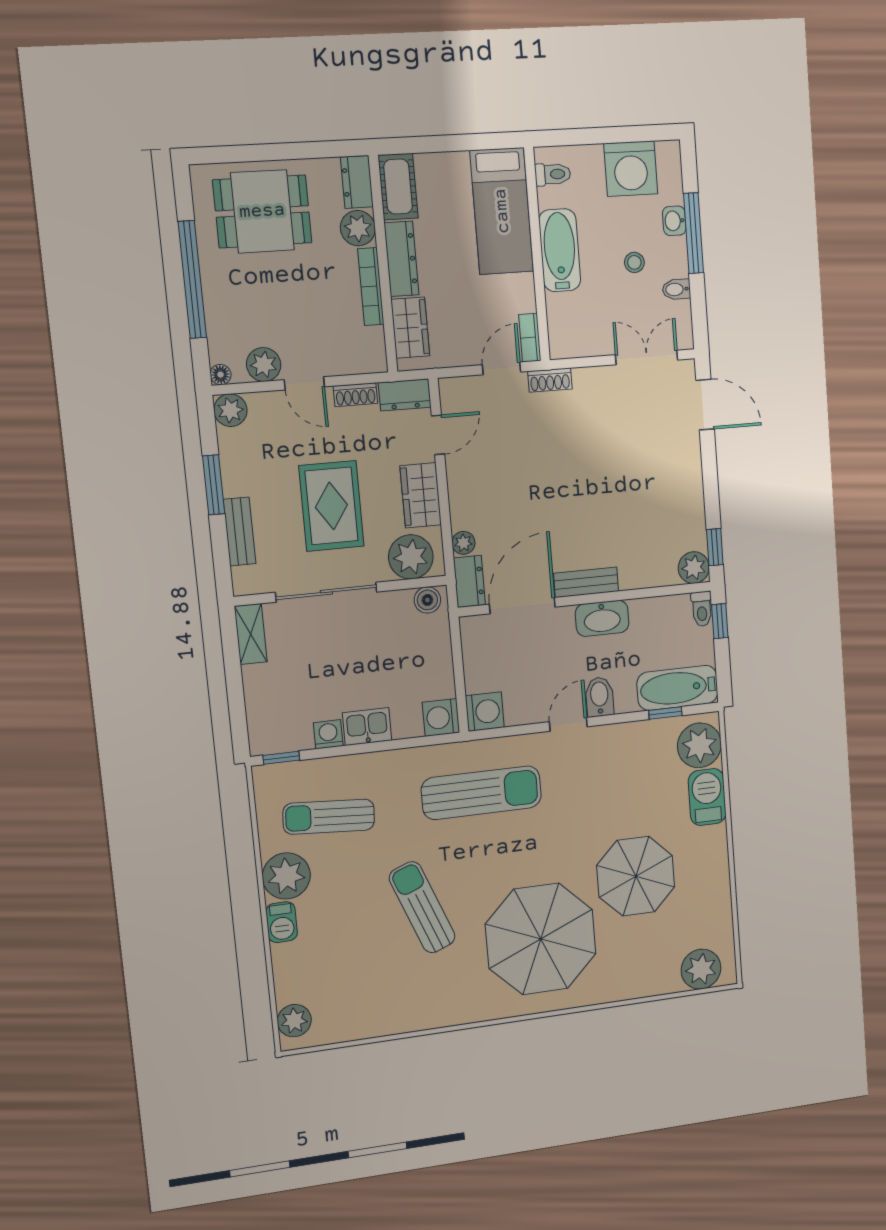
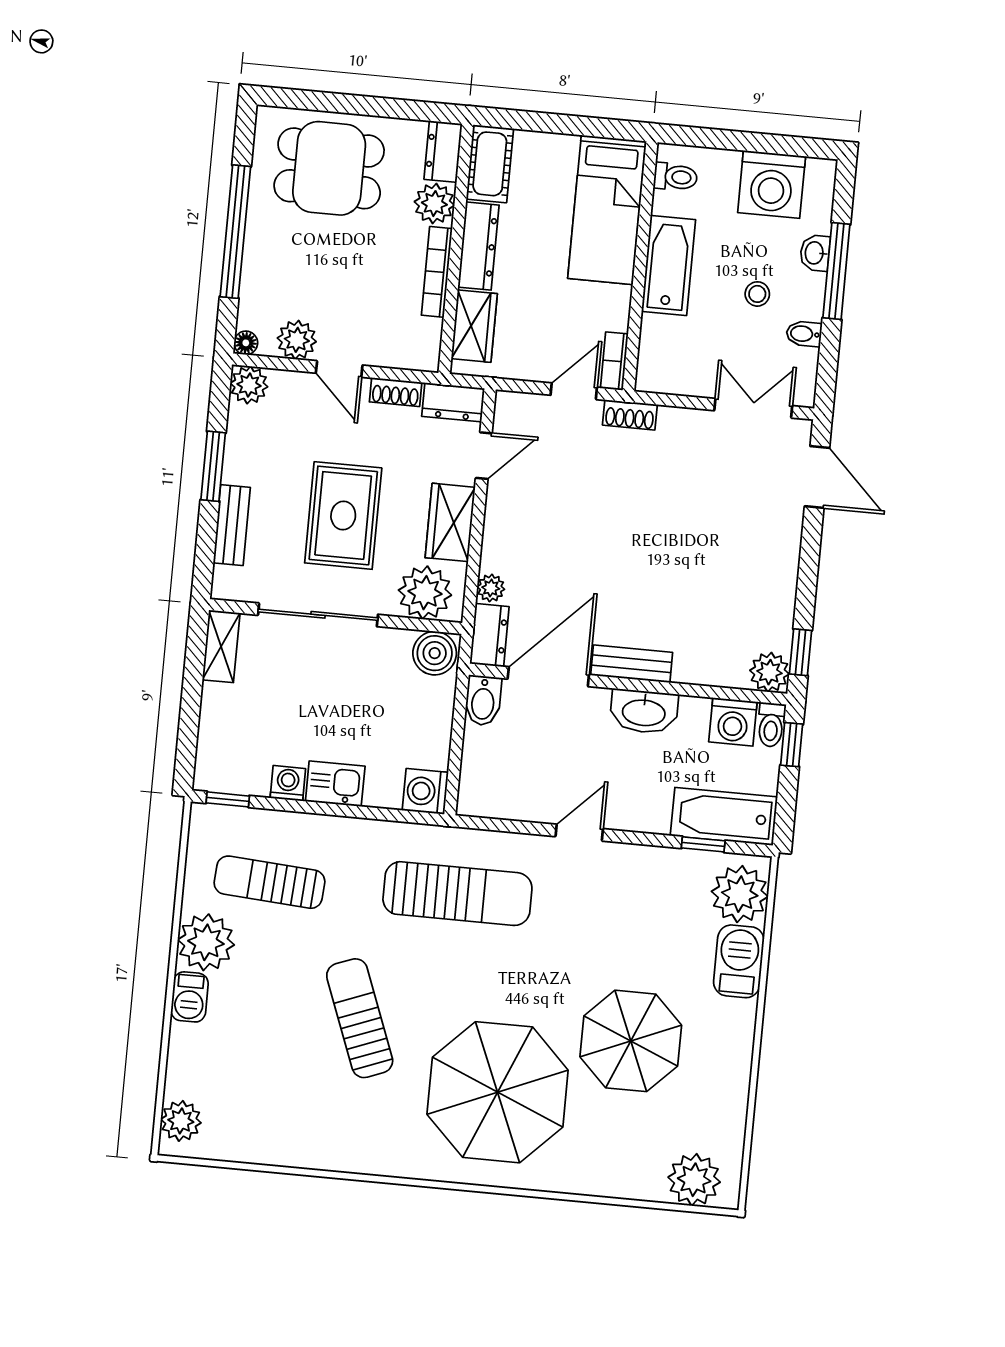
boiler: (427, 600) -> (435, 653), width x1.36, depth x1.36
bidet: (599, 697) -> (483, 700), moved, turned 180
washing machine: (485, 712) -> (733, 722), moved, turned 90

